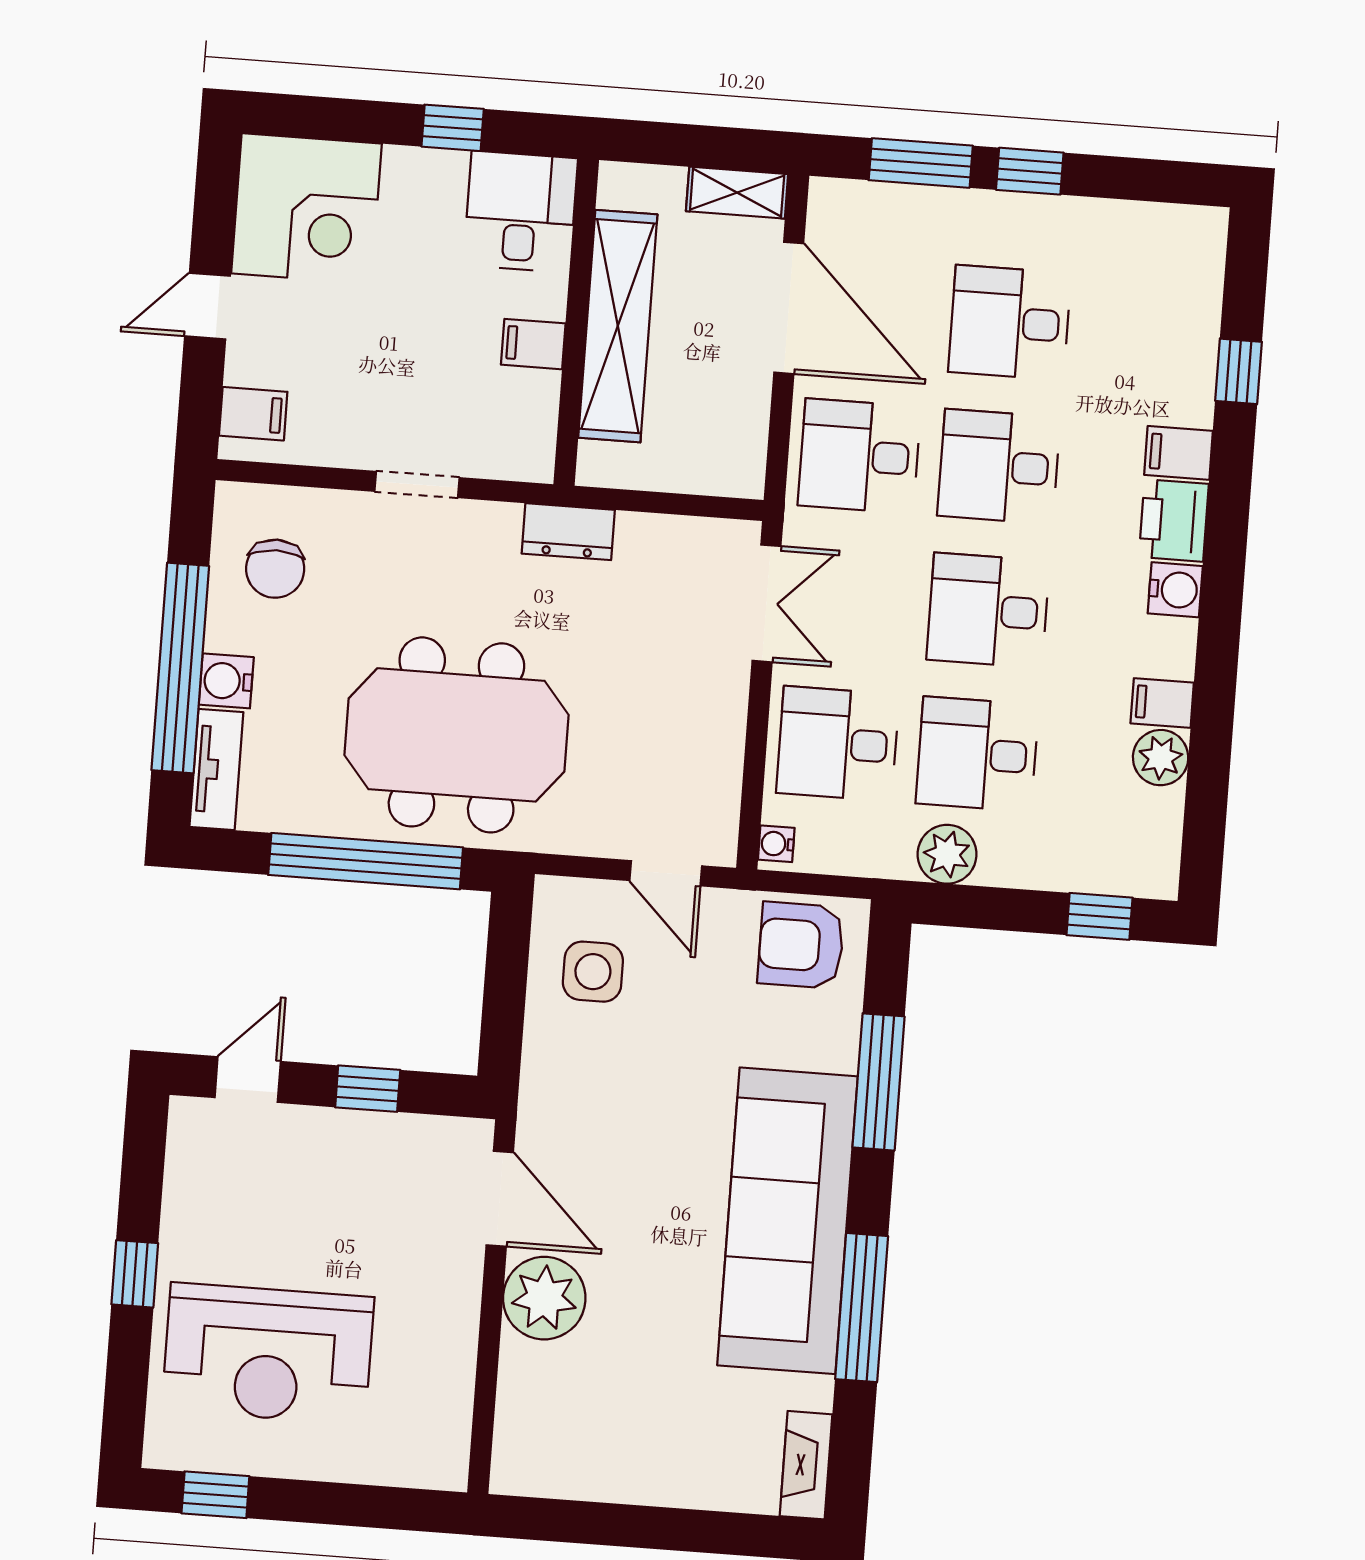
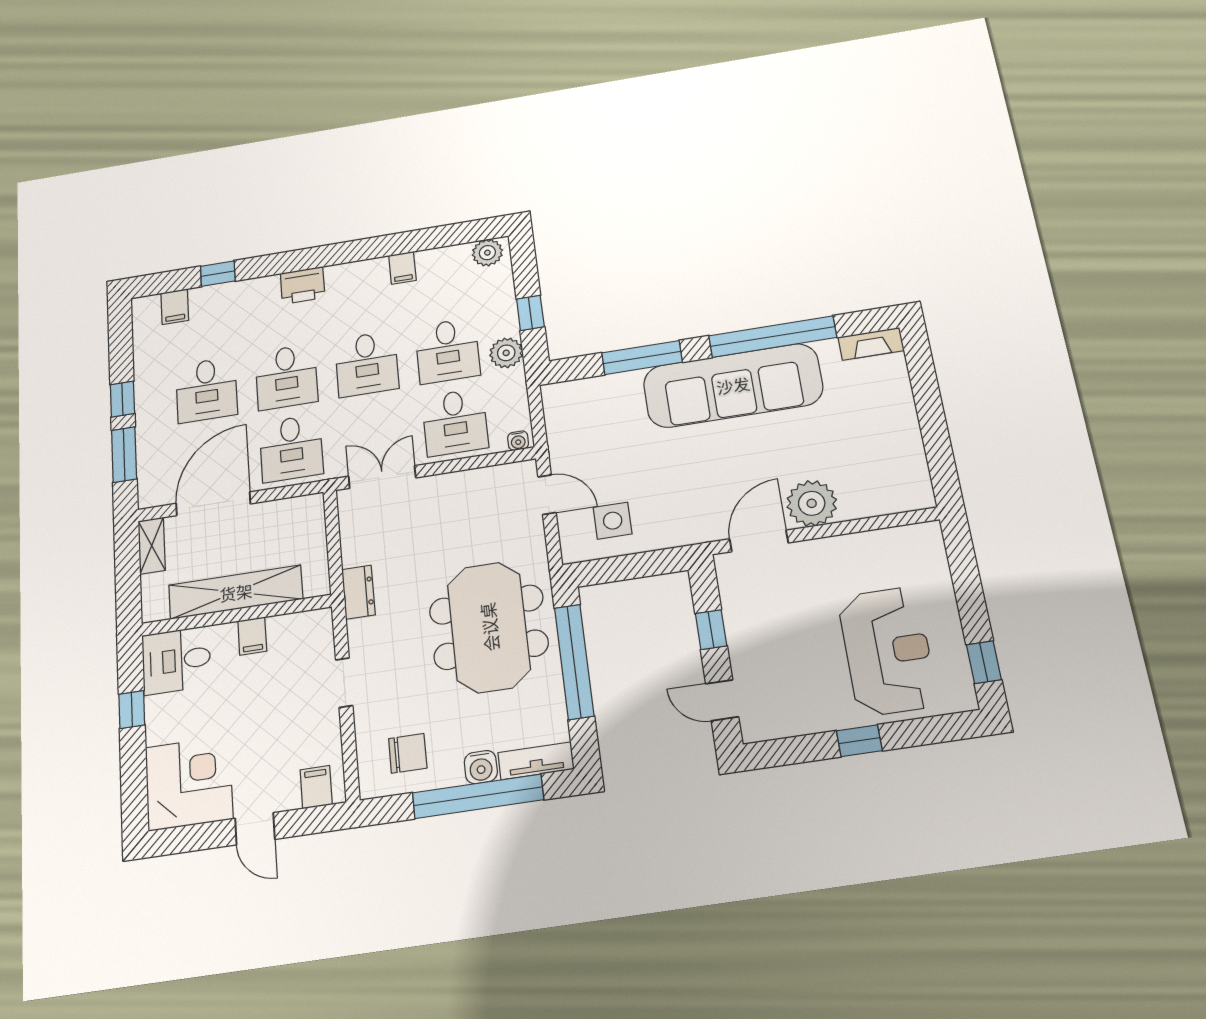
filing cabinet: (1178, 453) -> (175, 307), moved
water cooler: (1175, 590) -> (340, 276), removed
plant: (1161, 758) -> (487, 253), moved
door: (666, 873) -> (547, 495), hinge flipped
window: (1100, 916) -> (530, 313), moved
armchair: (801, 945) -> (573, 415), removed
window: (862, 1308) -> (773, 337), width x1.46

